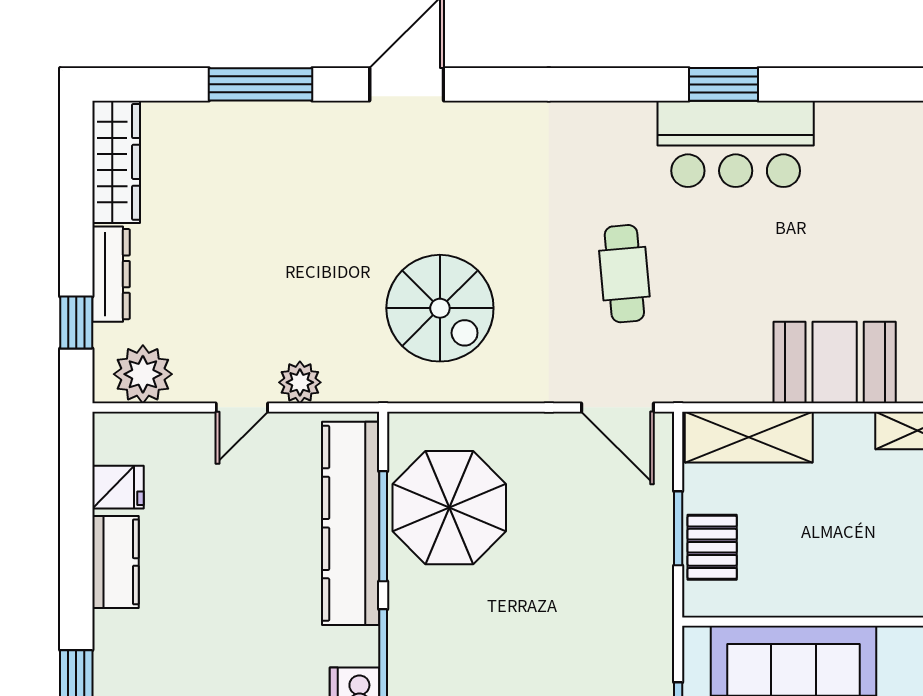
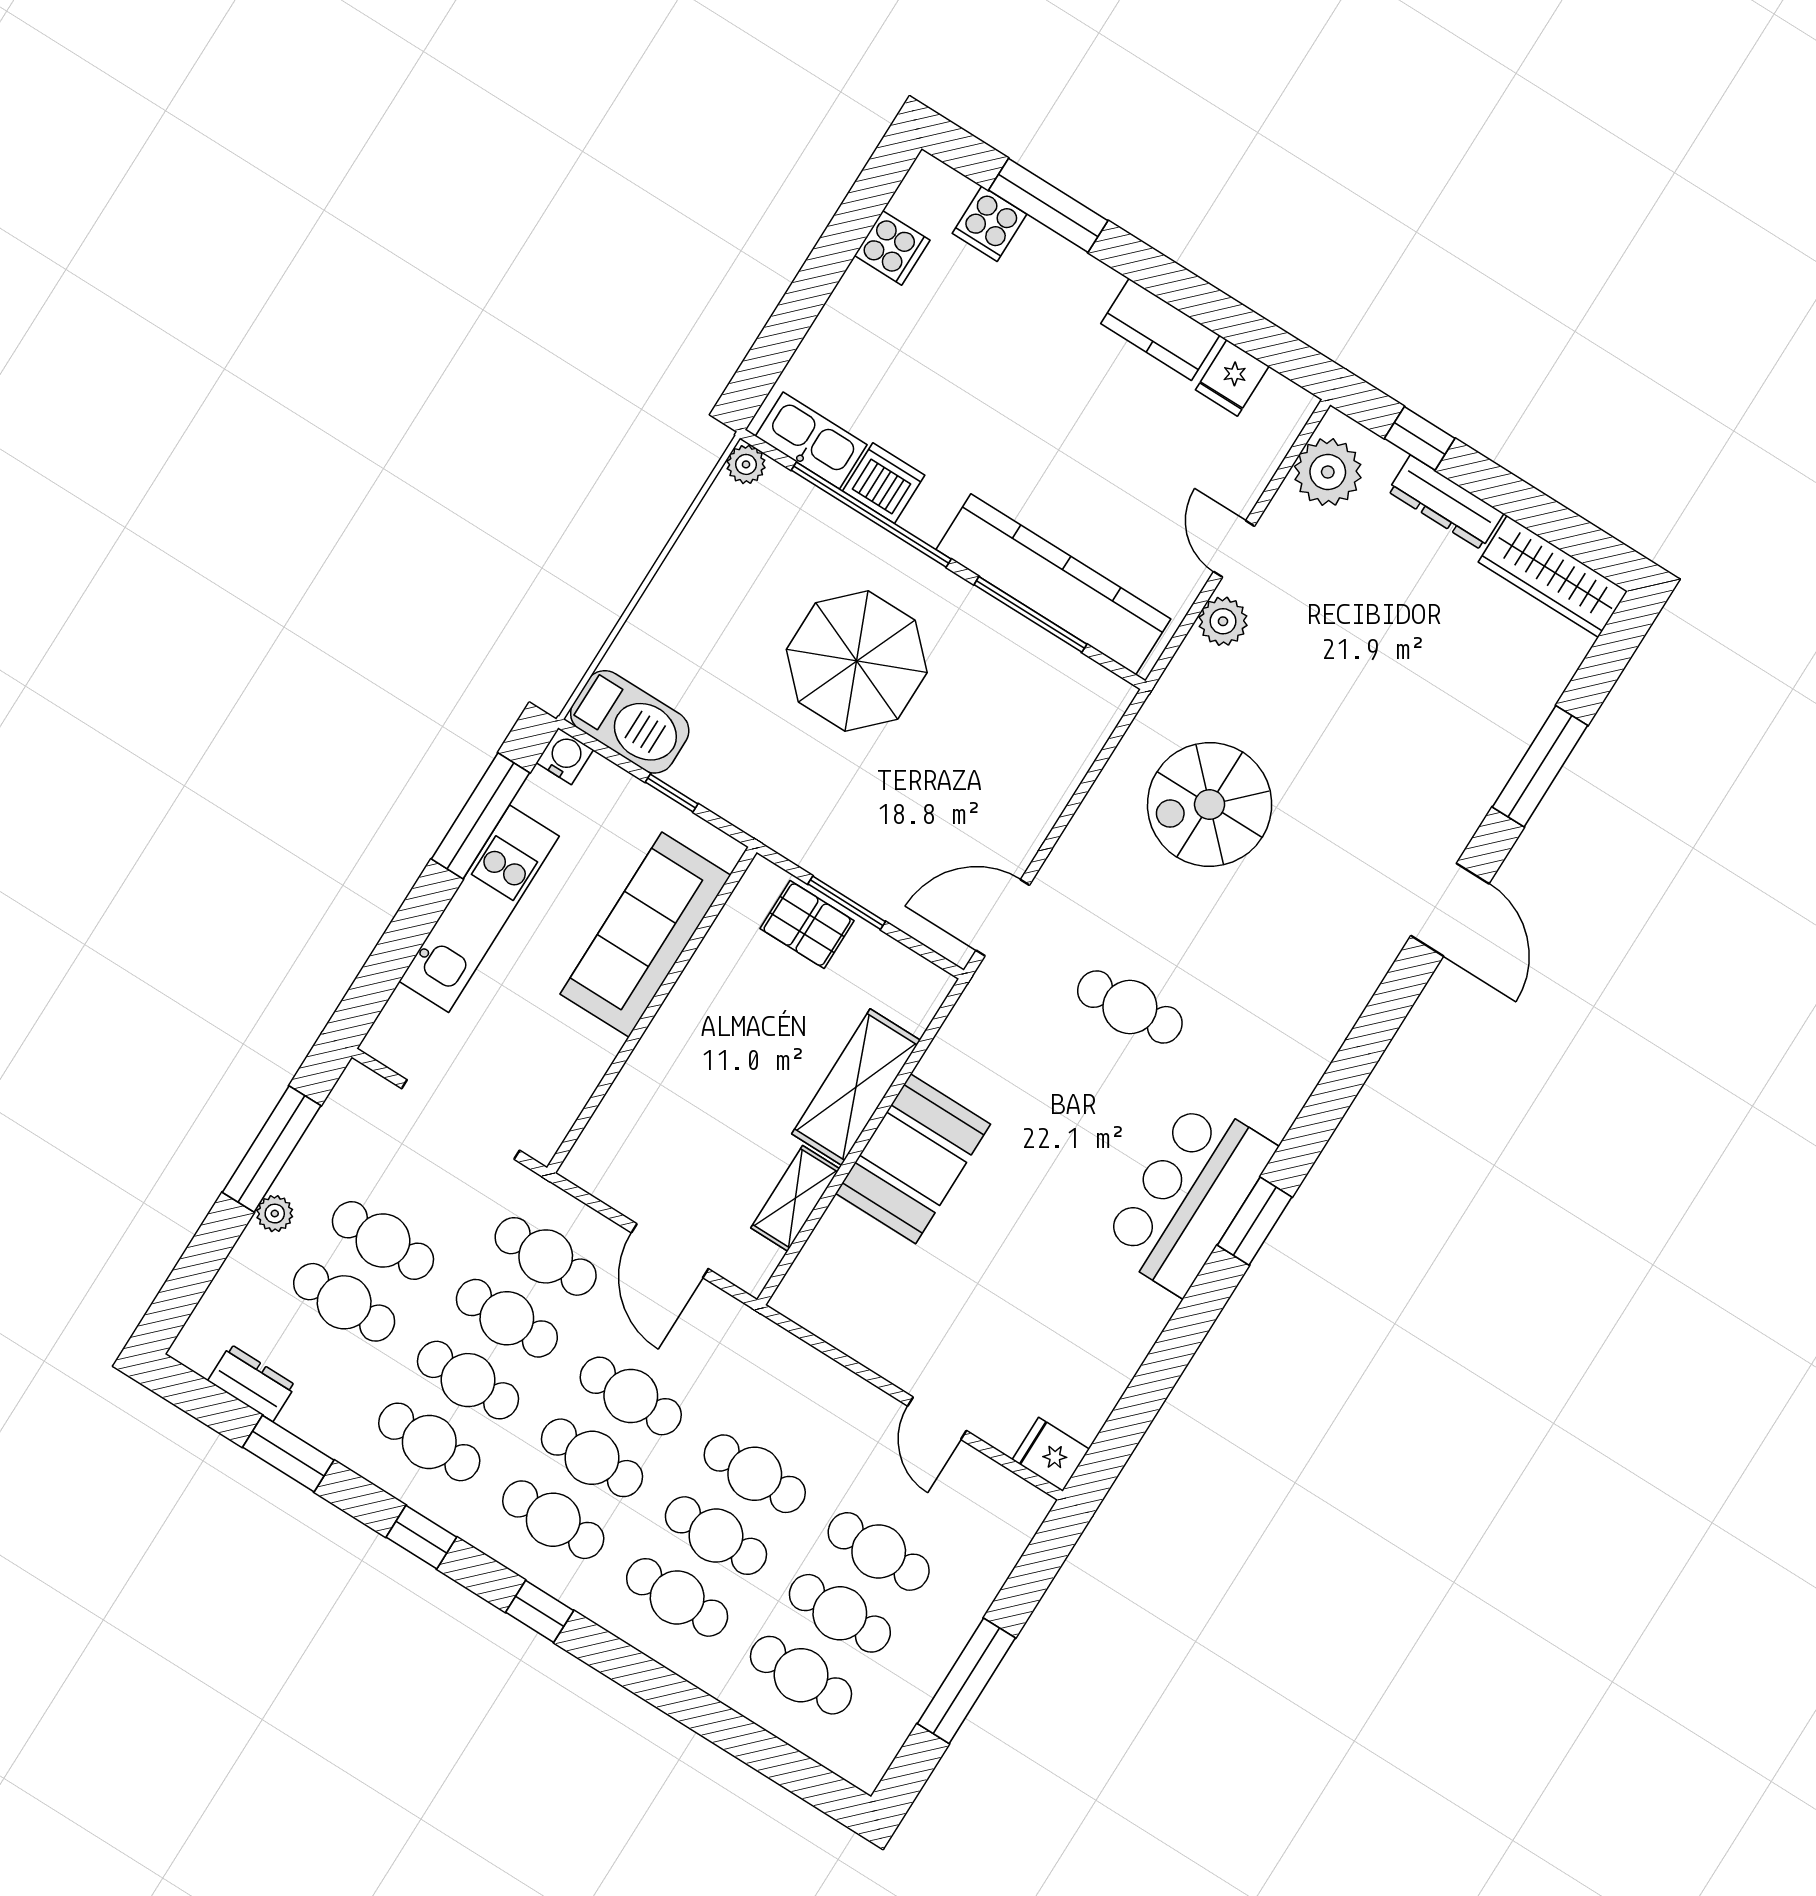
shelving: (749, 437) -> (856, 1087), moved
parasol: (449, 508) -> (857, 661), moved

